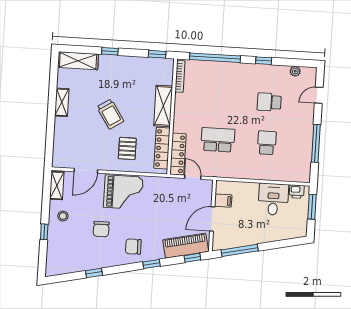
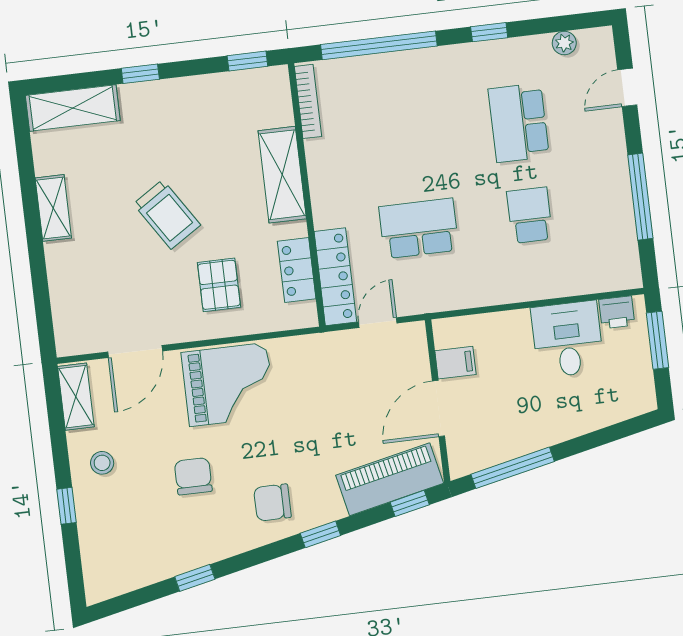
school desk: (269, 102) -> (519, 123), width x1.85
locker: (162, 148) -> (297, 270), width x0.66
door: (193, 177) -> (378, 323), hinge flipped
chair: (101, 229) -> (193, 476), turned 180

